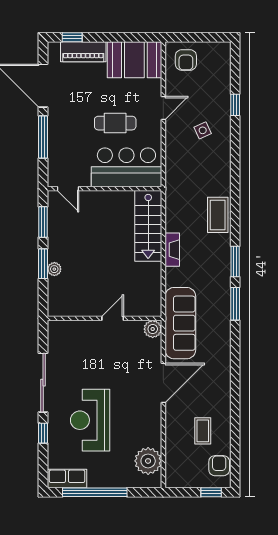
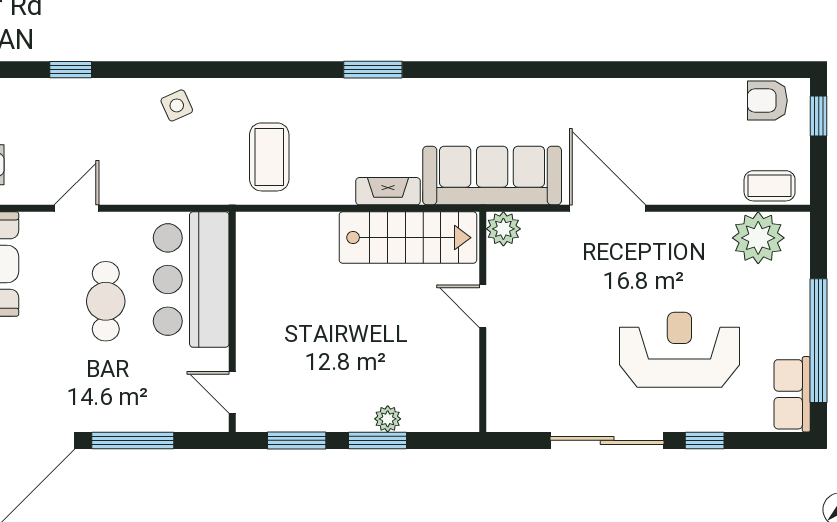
door: (163, 108) -> (77, 208), hinge flipped
side table: (203, 130) -> (177, 105), moved
door: (68, 189) -> (232, 392), swing flipped
coffee table: (218, 215) -> (269, 157), moved, turned 90
stairs: (148, 226) -> (408, 238), moved
fireplace: (172, 250) -> (388, 191), moved
window: (235, 304) -> (455, 70), removed
reception desk: (90, 420) -> (679, 350), turned 180
coffee table: (203, 431) -> (770, 186), moved

